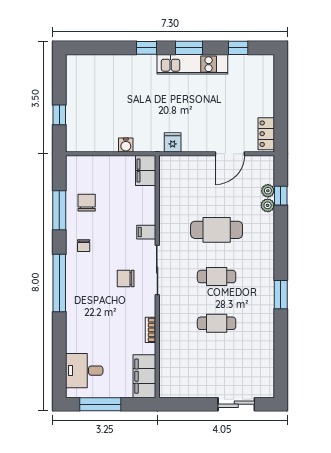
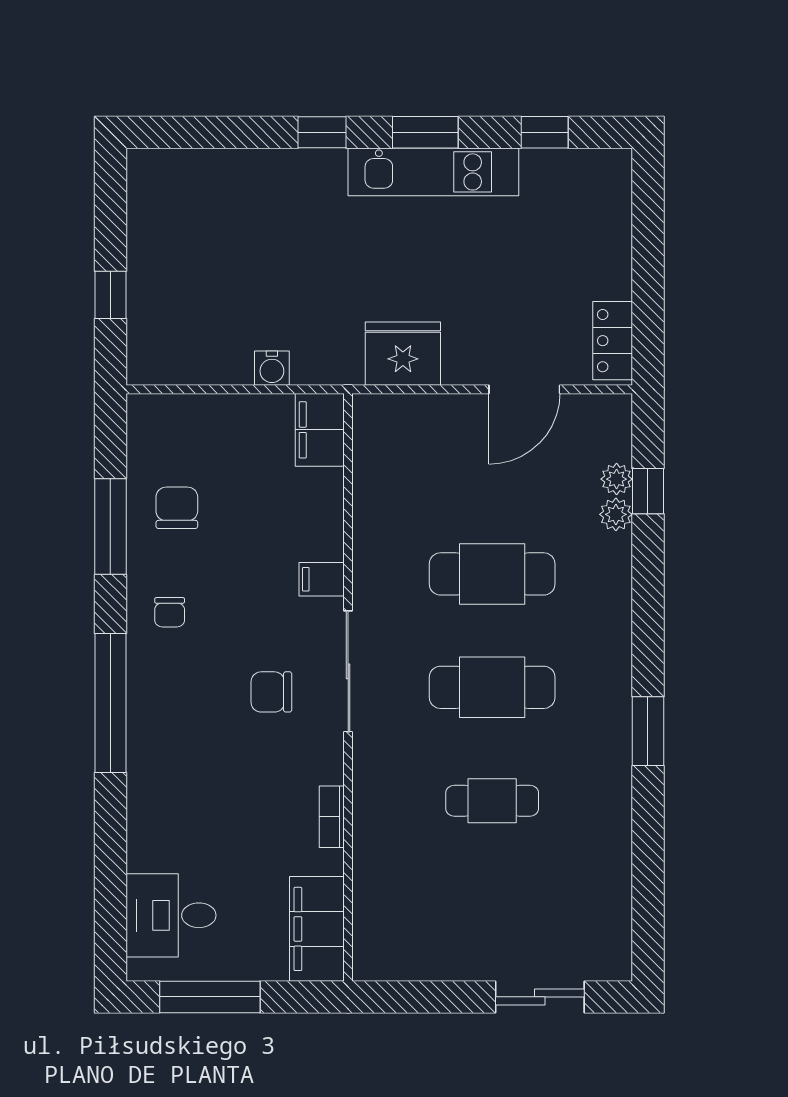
fridge: (173, 142) -> (403, 354), width x1.88, depth x1.34
cafe table: (217, 277) -> (492, 687), width x1.37, depth x1.35

